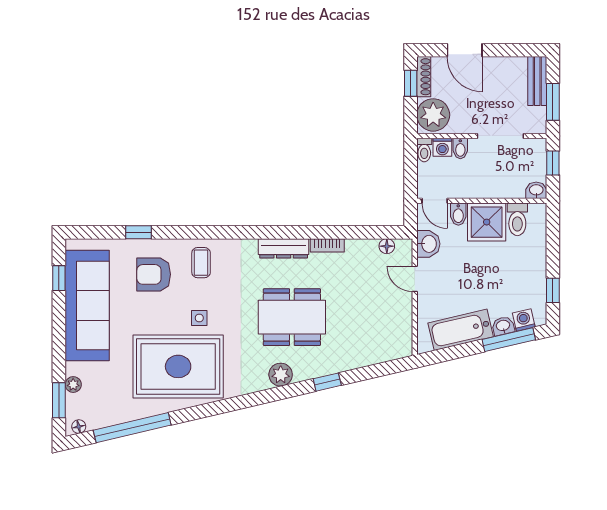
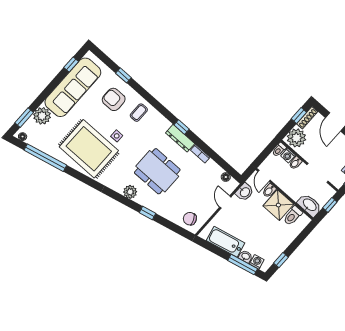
washbasin: (536, 190) -> (309, 205), width x1.91, depth x1.45
window: (273, 232) -> (182, 127), added
chair: (388, 341) -> (190, 219), added
plant: (73, 385) -> (42, 116), width x1.88, depth x1.88

